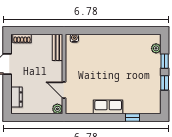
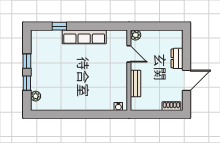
bench: (57, 47) -> (135, 83), moved
dresser: (16, 97) -> (177, 58), moved
row of seats: (108, 107) -> (84, 37), width x1.48

